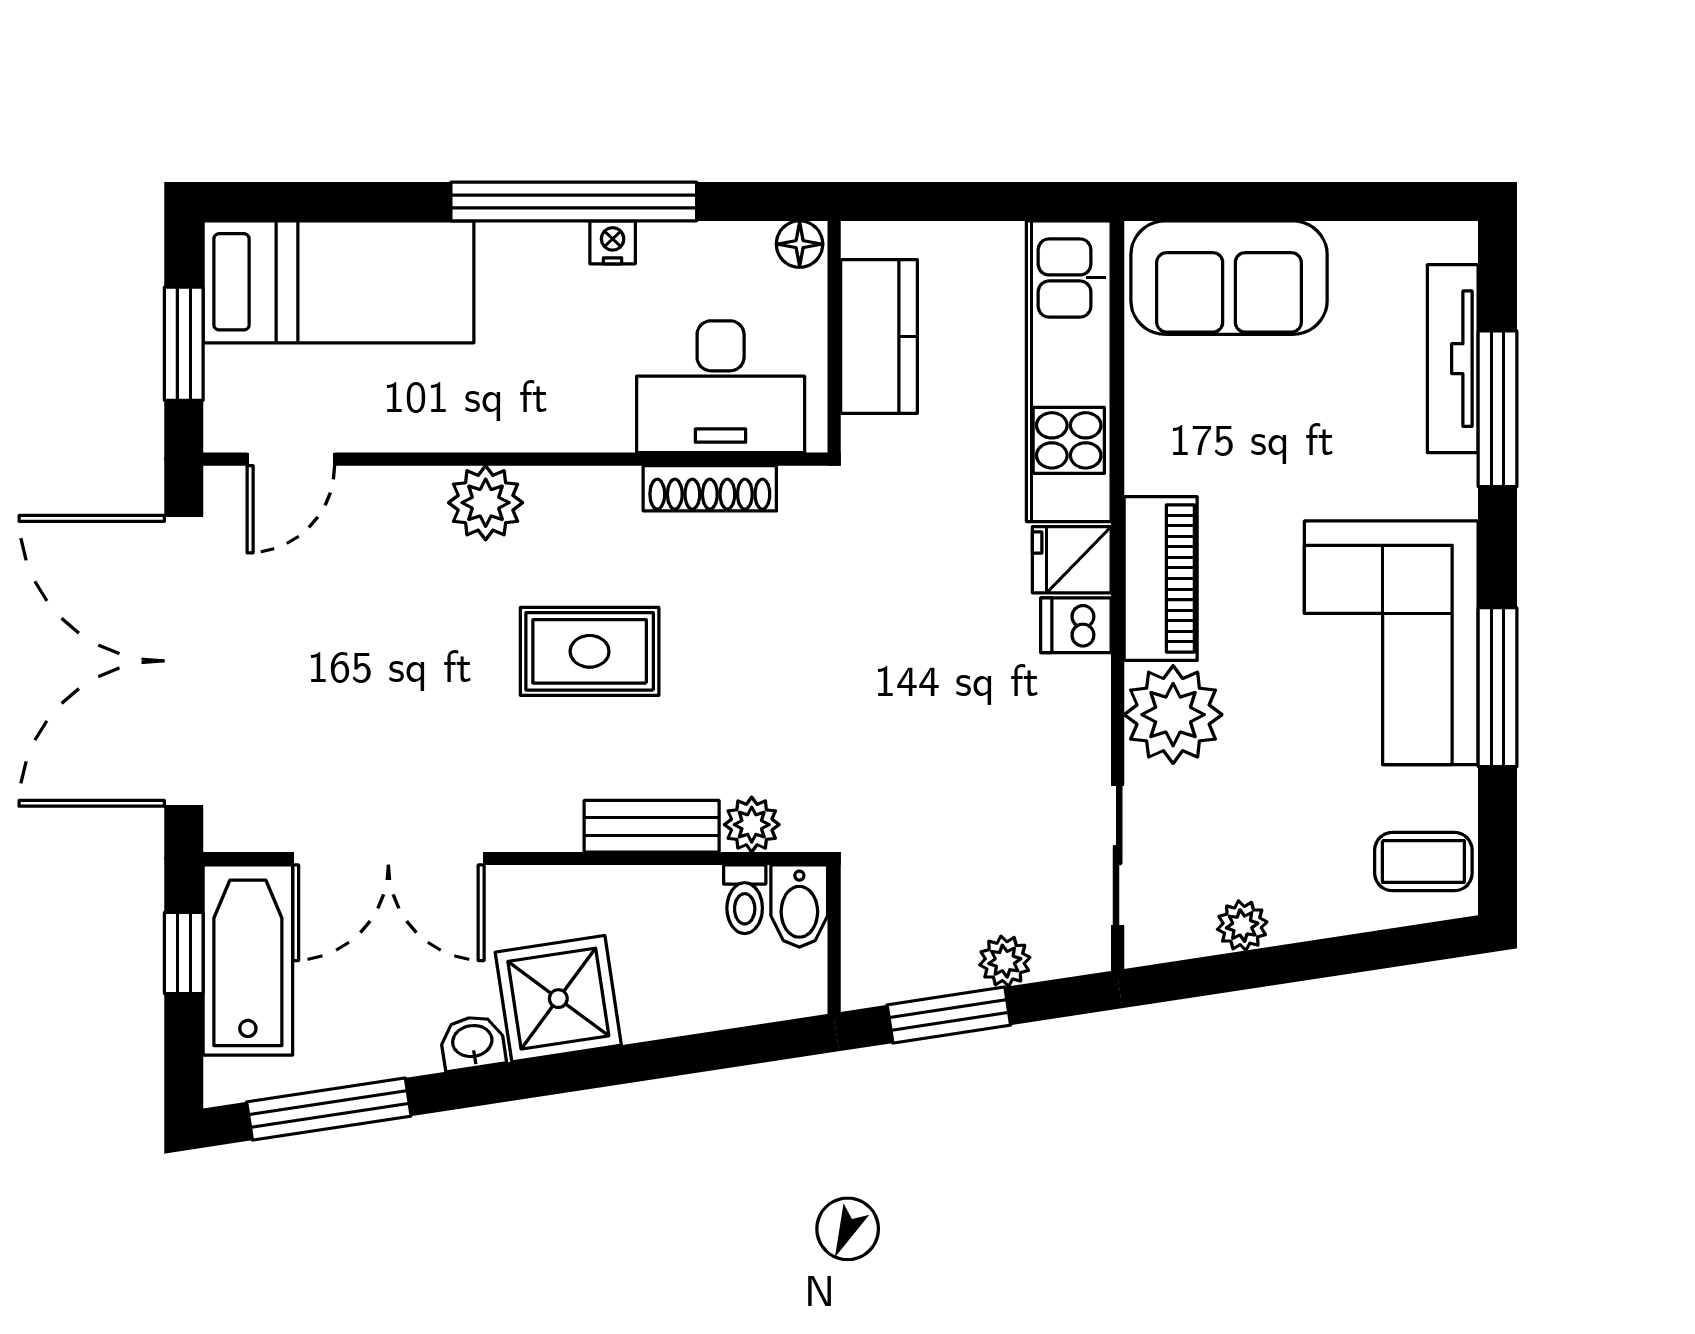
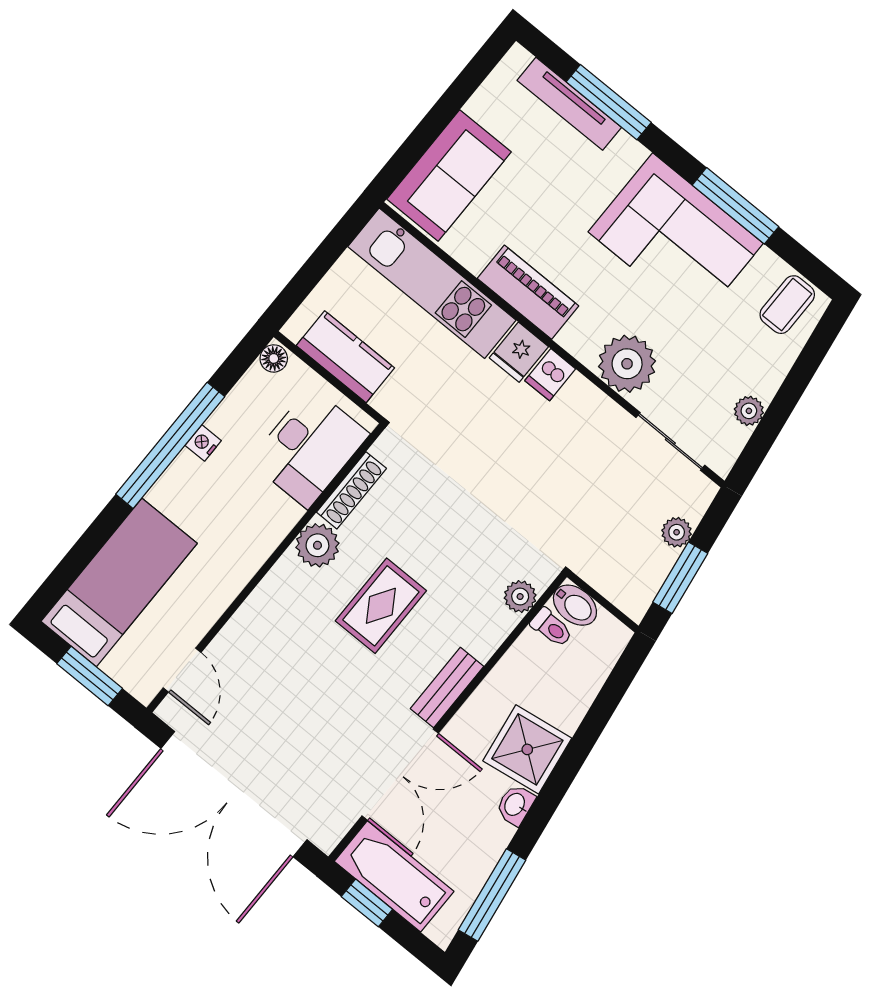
plant: (486, 503) -> (317, 545), moved
piano: (1161, 579) -> (528, 292), moved
bench: (652, 826) -> (447, 687), moved

